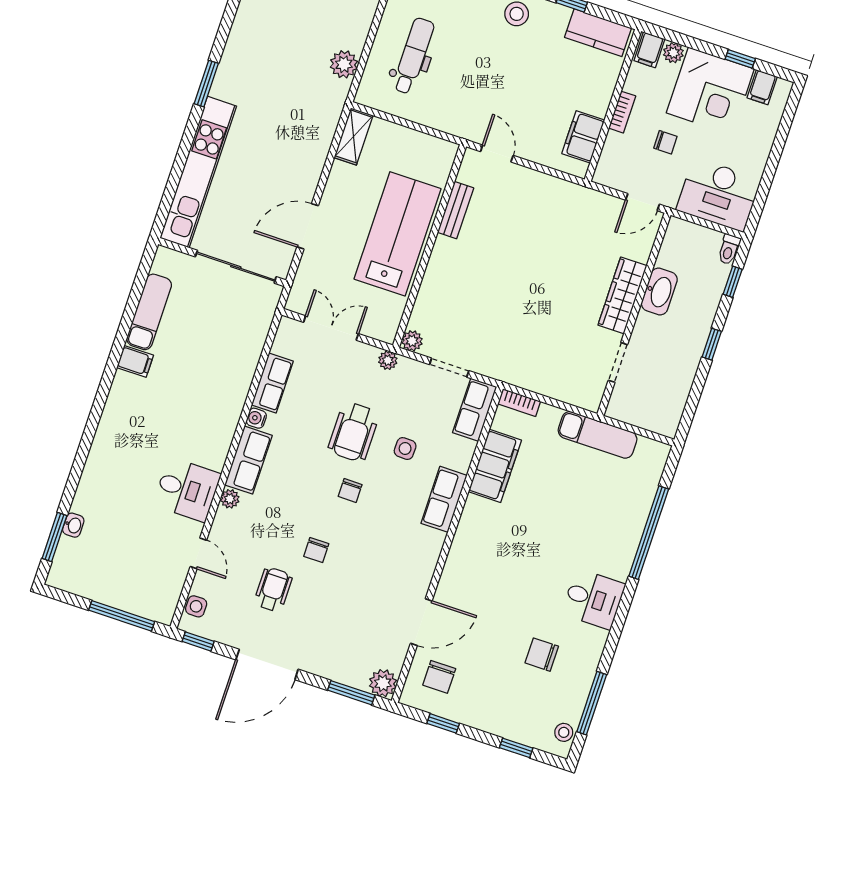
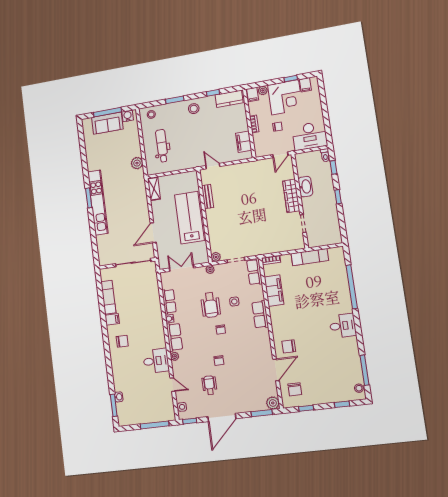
kitchen unit: (198, 172) -> (98, 202), moved
chair: (135, 416) -> (122, 341), added
chair: (542, 655) -> (289, 346), moved

